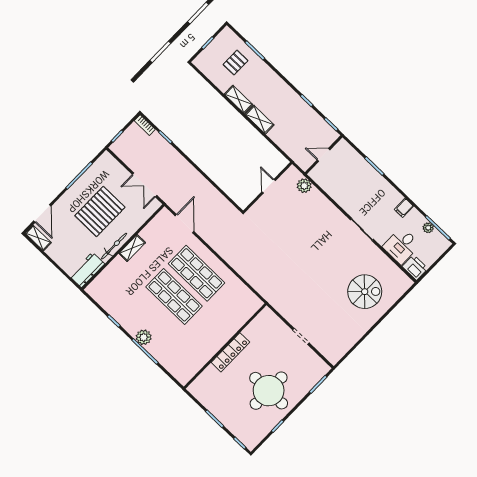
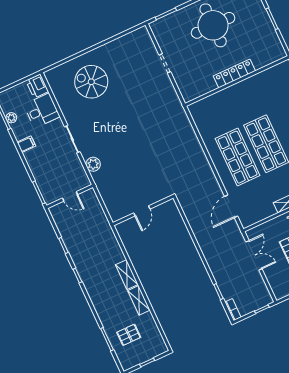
door: (323, 155) -> (70, 196), moved
wall: (324, 155) -> (70, 196), moved
plant: (304, 186) -> (93, 164), moved

